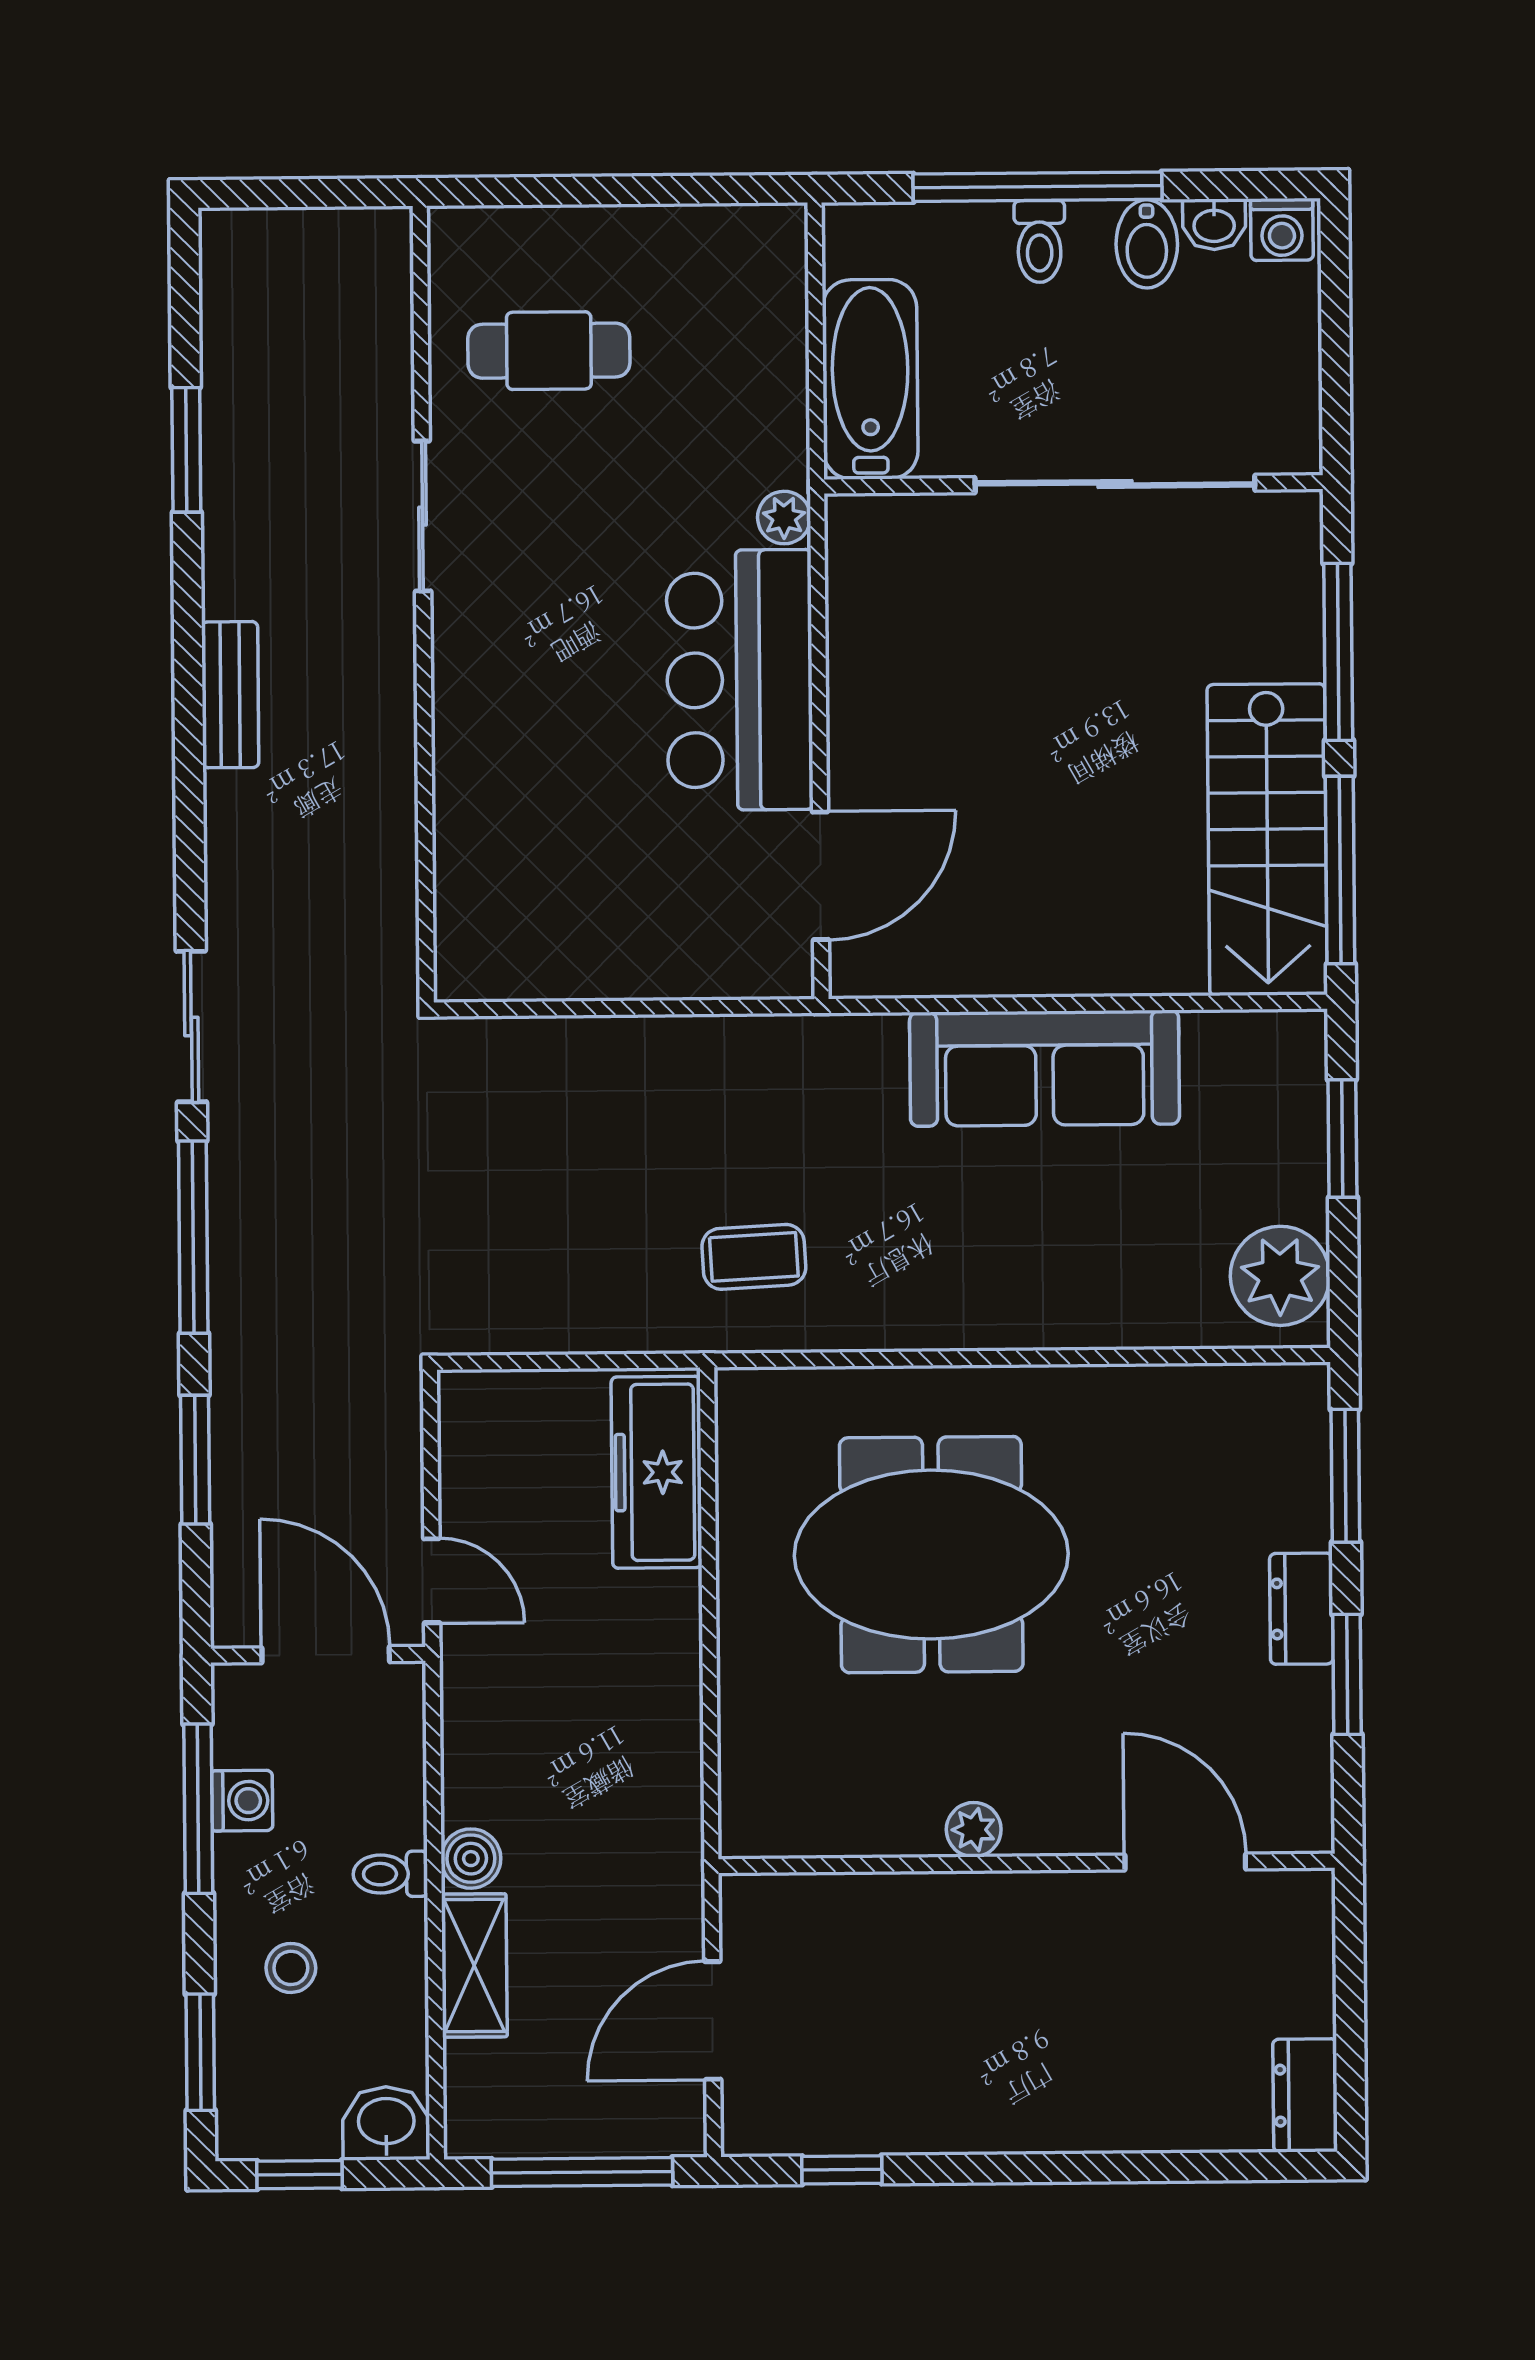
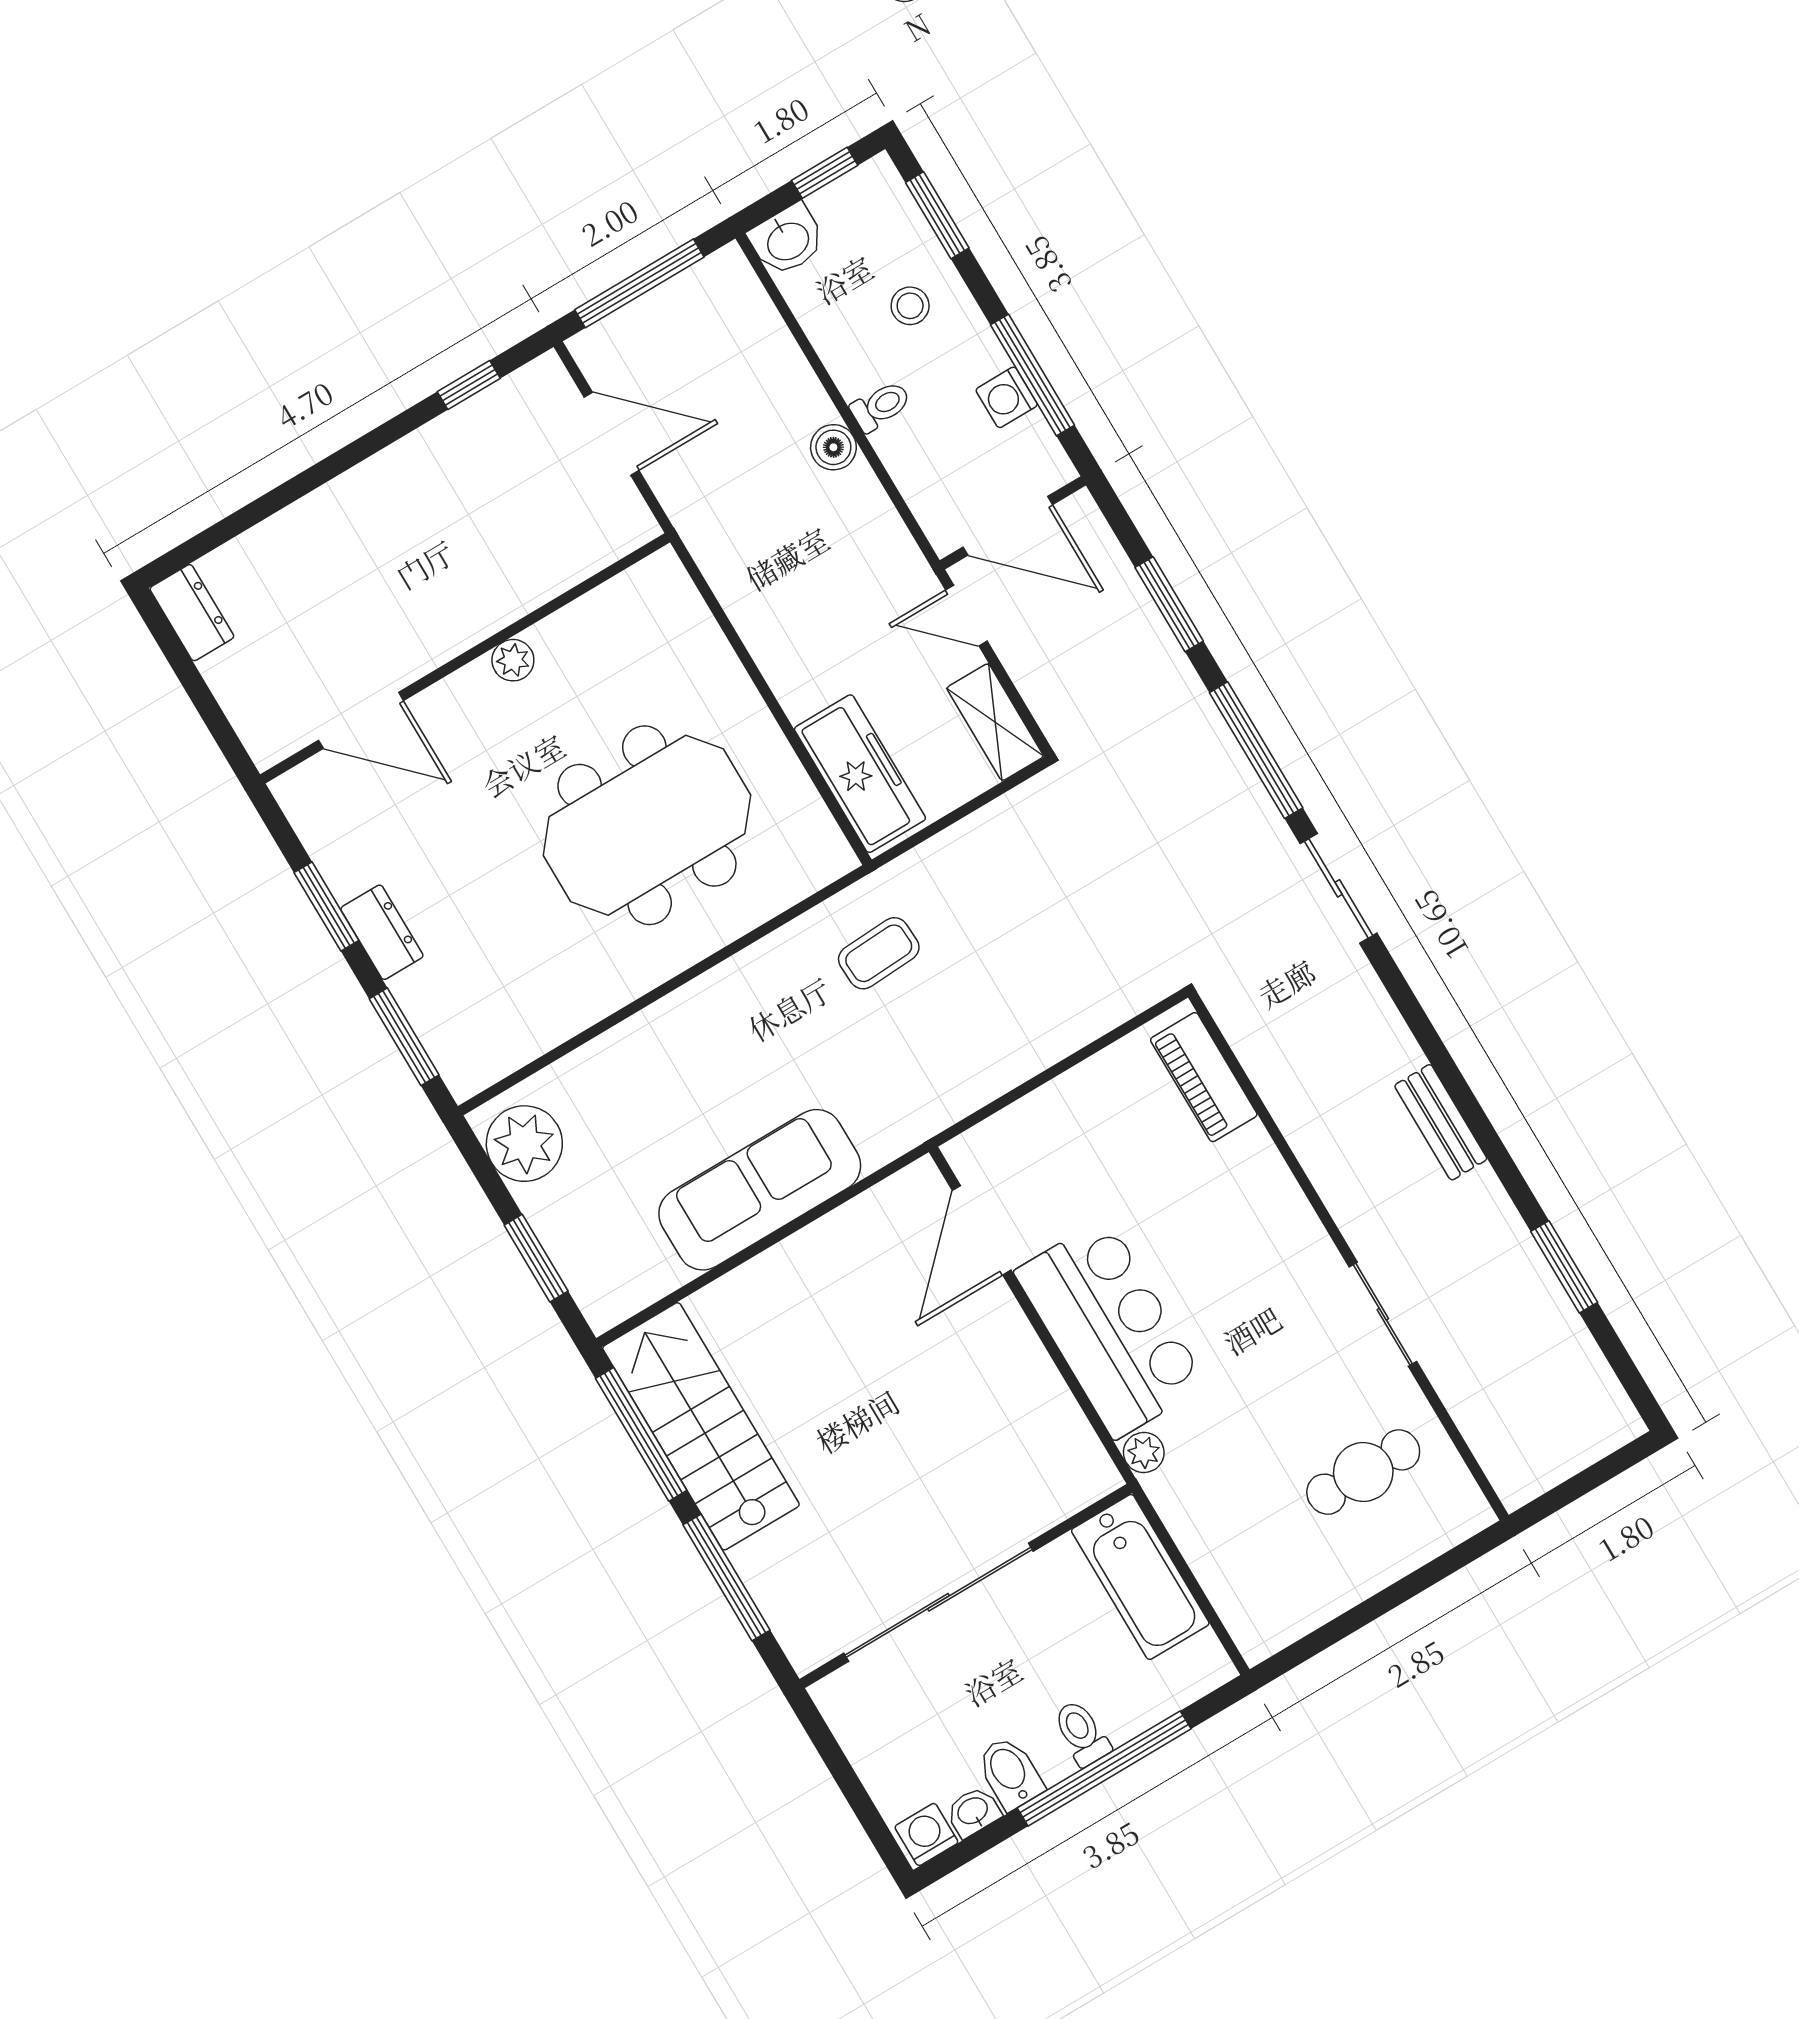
piano: (468, 902) -> (1204, 1077), added
shelving: (474, 1965) -> (995, 722), moved
door: (713, 2020) -> (612, 434), hinge flipped

